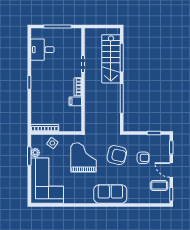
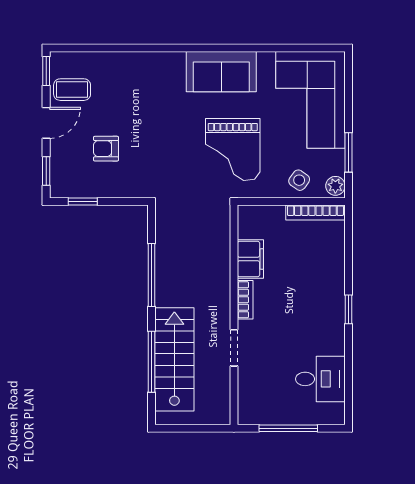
filing cabinet: (75, 101) -> (250, 259), width x2.00
plant: (35, 153) -> (335, 186), moved
armchair: (117, 155) -> (162, 155), removed
door: (171, 170) -> (46, 123), hinge flipped
sofa: (110, 194) -> (221, 72), moved

